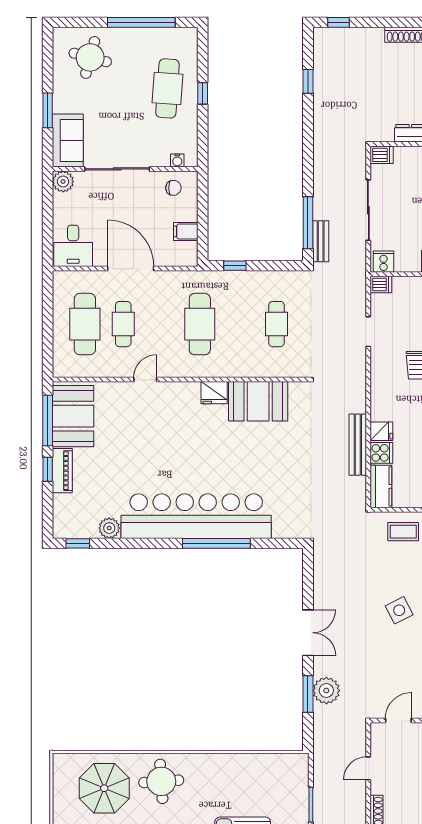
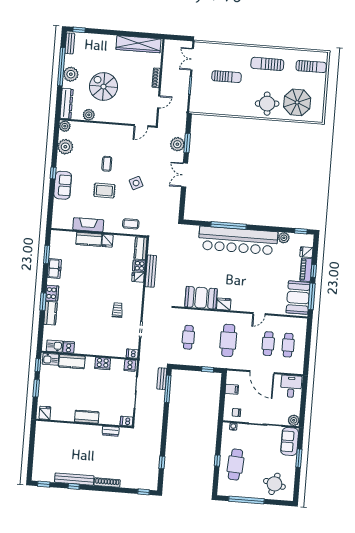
cafe table: (85, 324) -> (288, 345), width x0.73, depth x0.74
fridge: (64, 504) -> (306, 252), added

